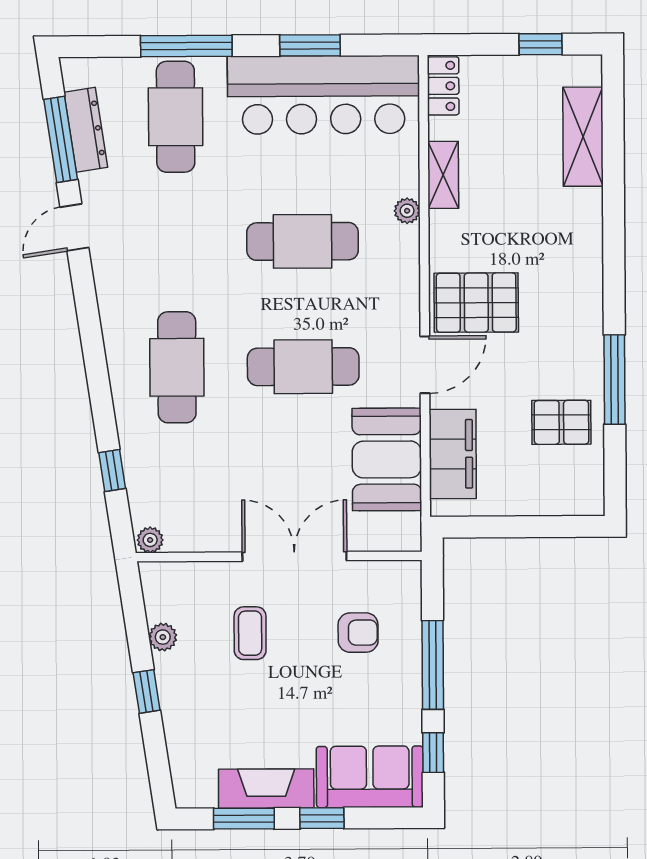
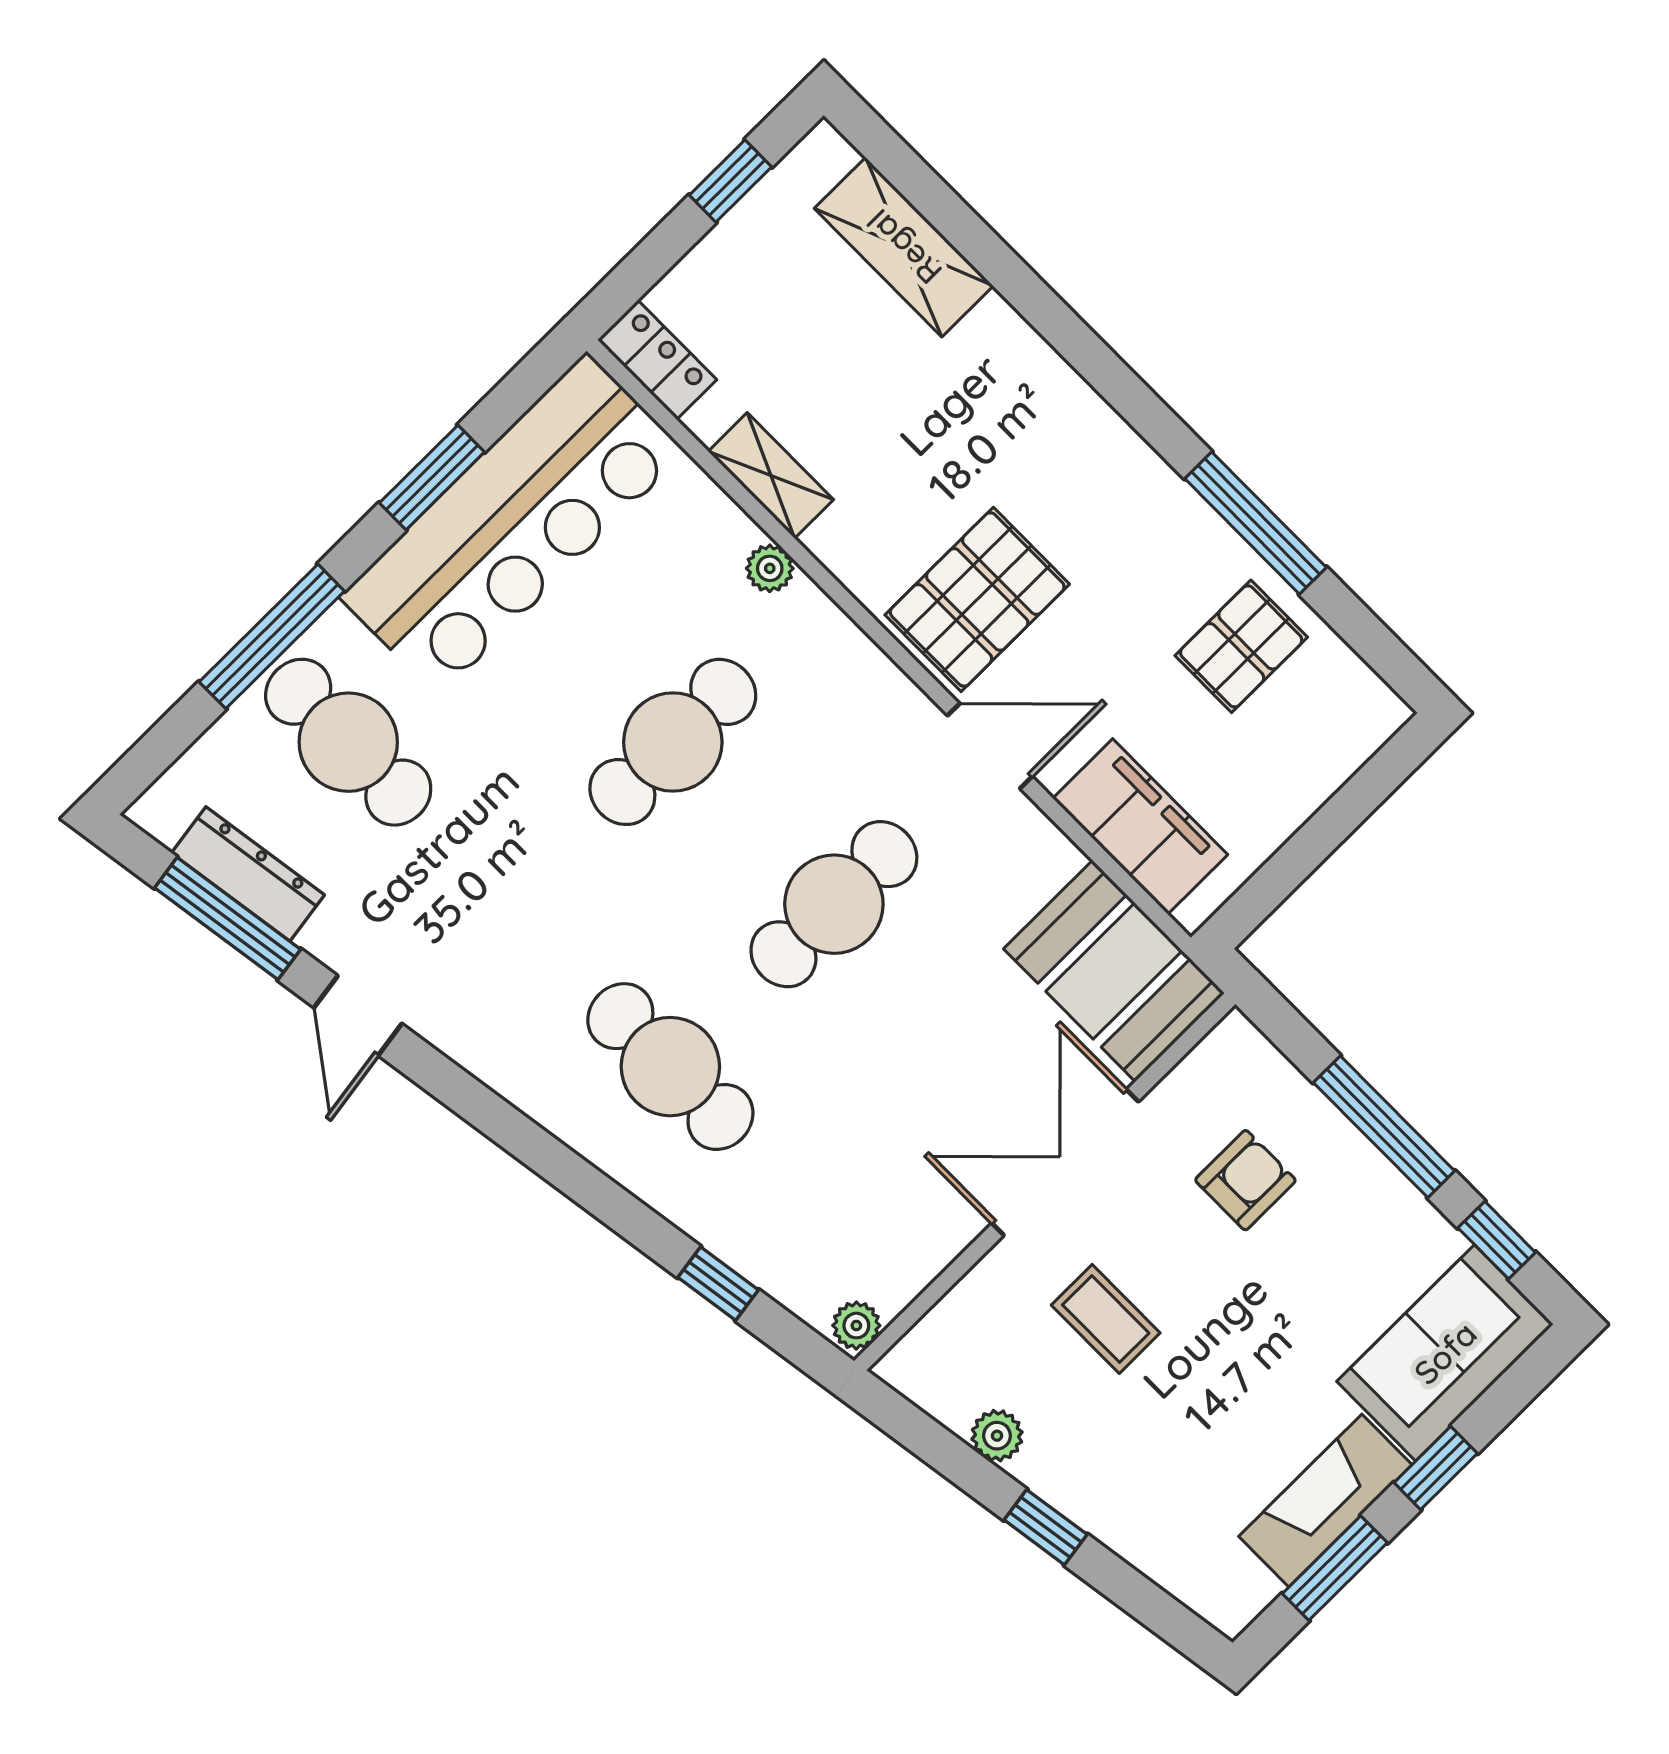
door: (425, 365) -> (990, 746), hinge flipped
booth: (387, 459) -> (1114, 971), moved

